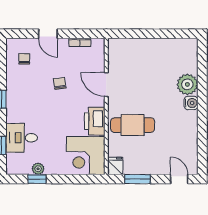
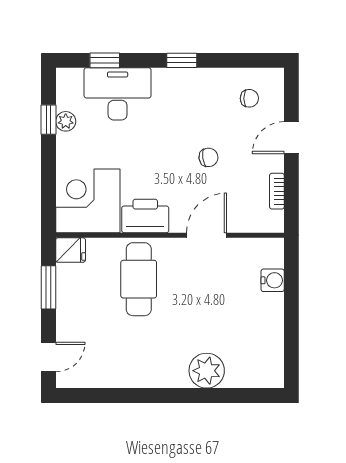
water cooler: (191, 103) -> (273, 280), moved, turned -90
desk: (22, 138) -> (118, 94), width x1.37

